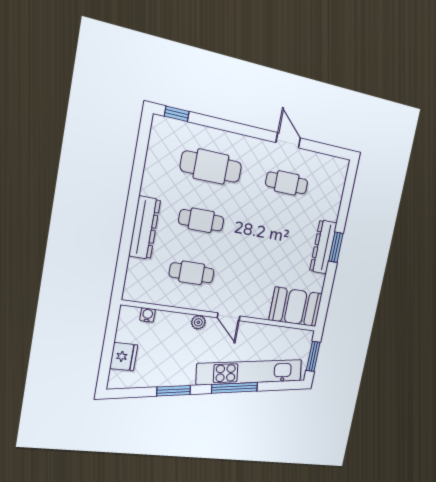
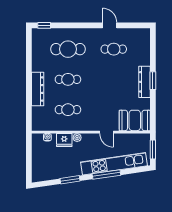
door: (229, 317) -> (107, 132), moved
fridge: (124, 357) -> (64, 140), moved, turned 90

